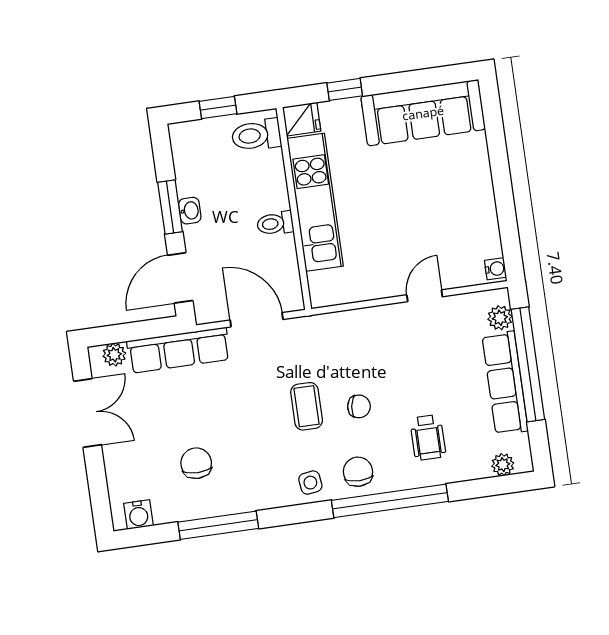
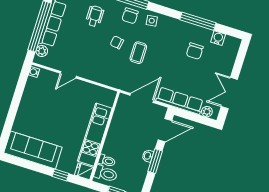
toilet: (275, 223) -> (107, 161), moved
door: (257, 320) -> (142, 98), swing flipped
water cooler: (138, 514) -> (218, 38), moved

